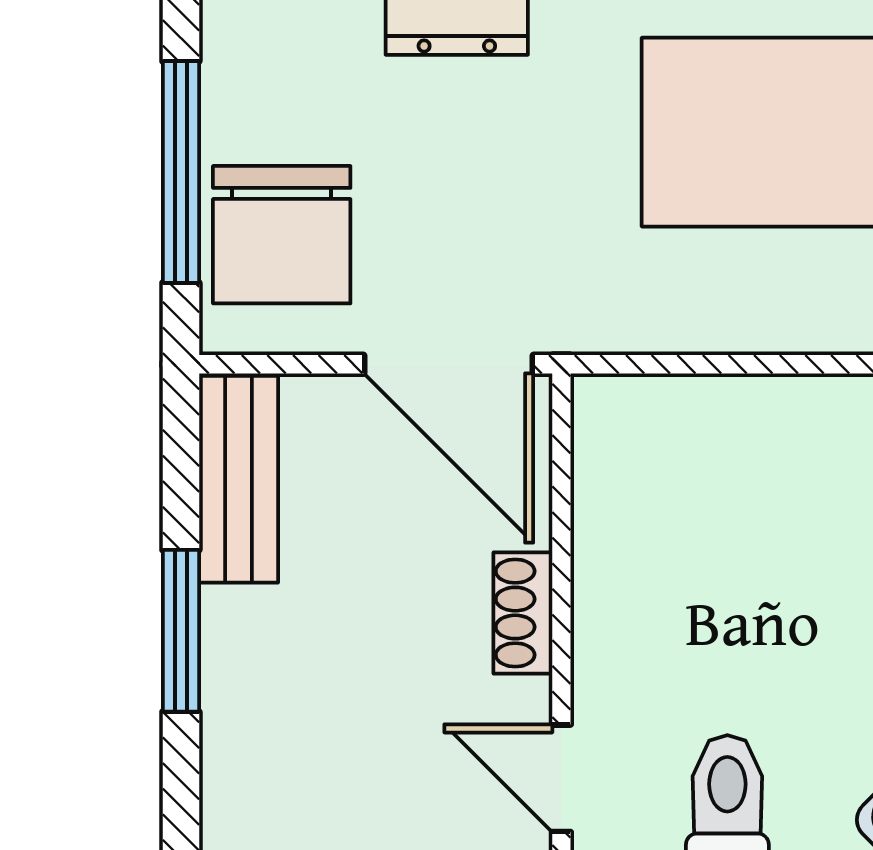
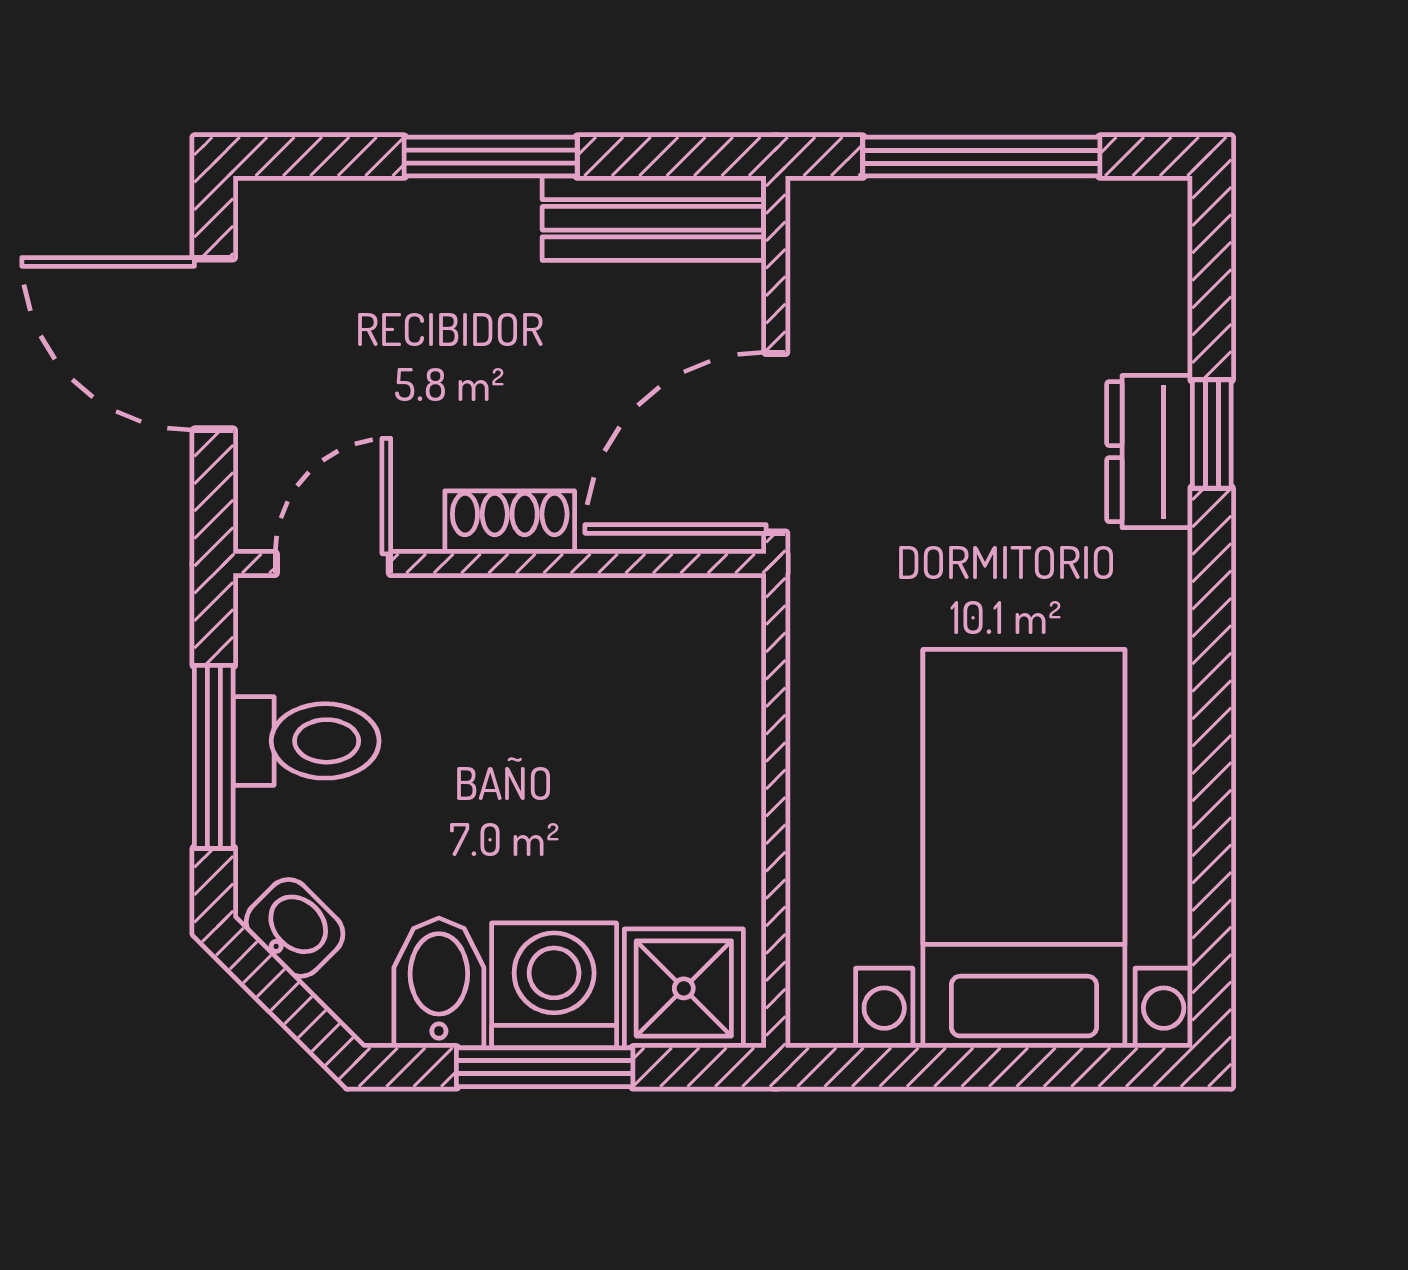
chair: (282, 235) -> (914, 264), removed

